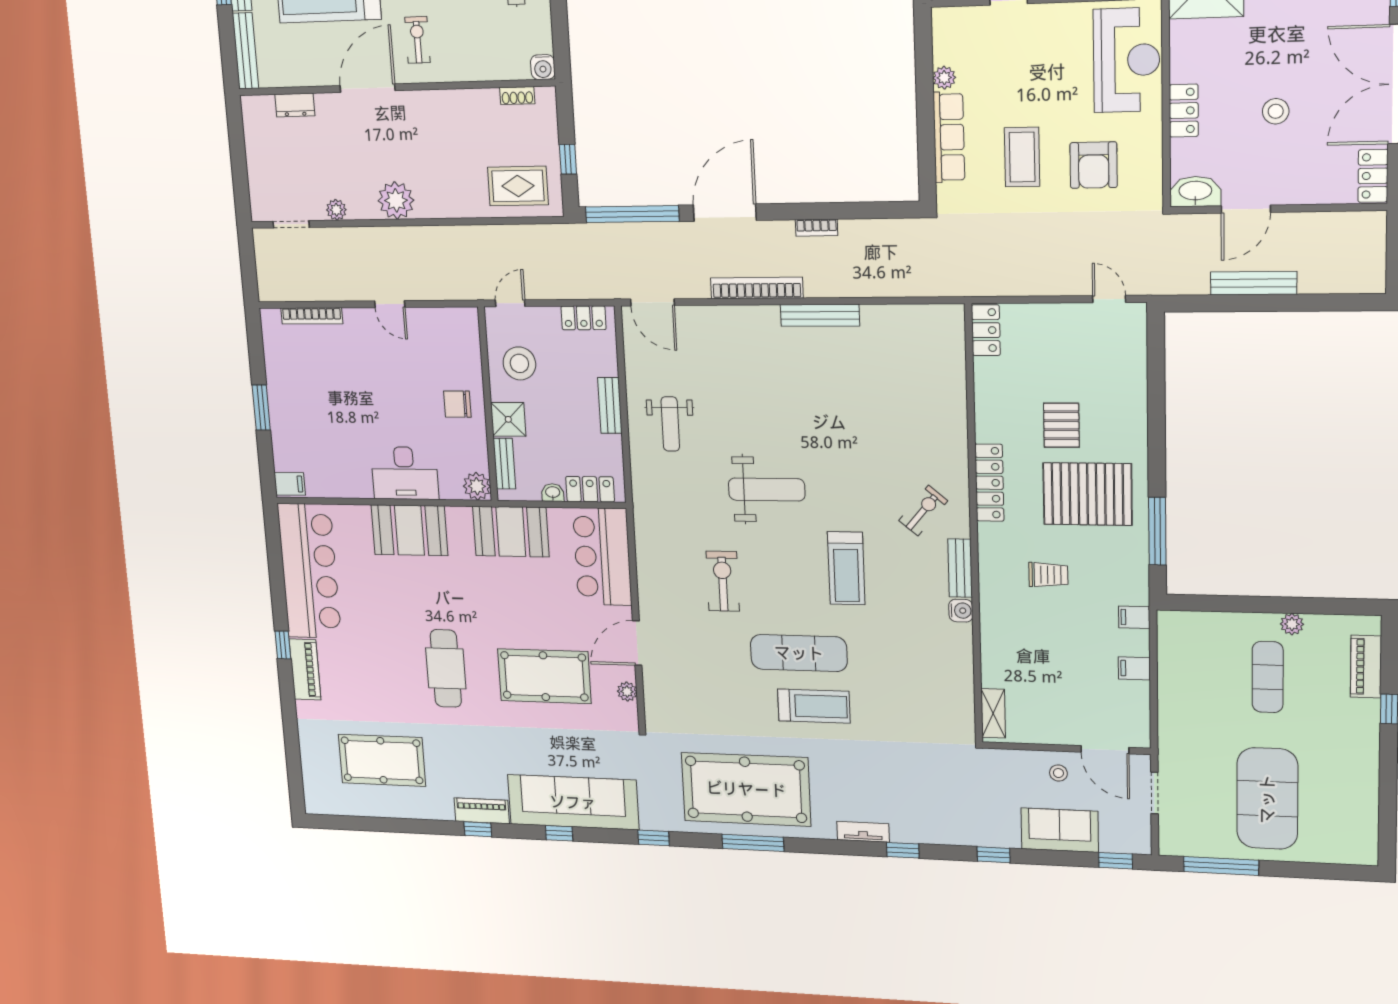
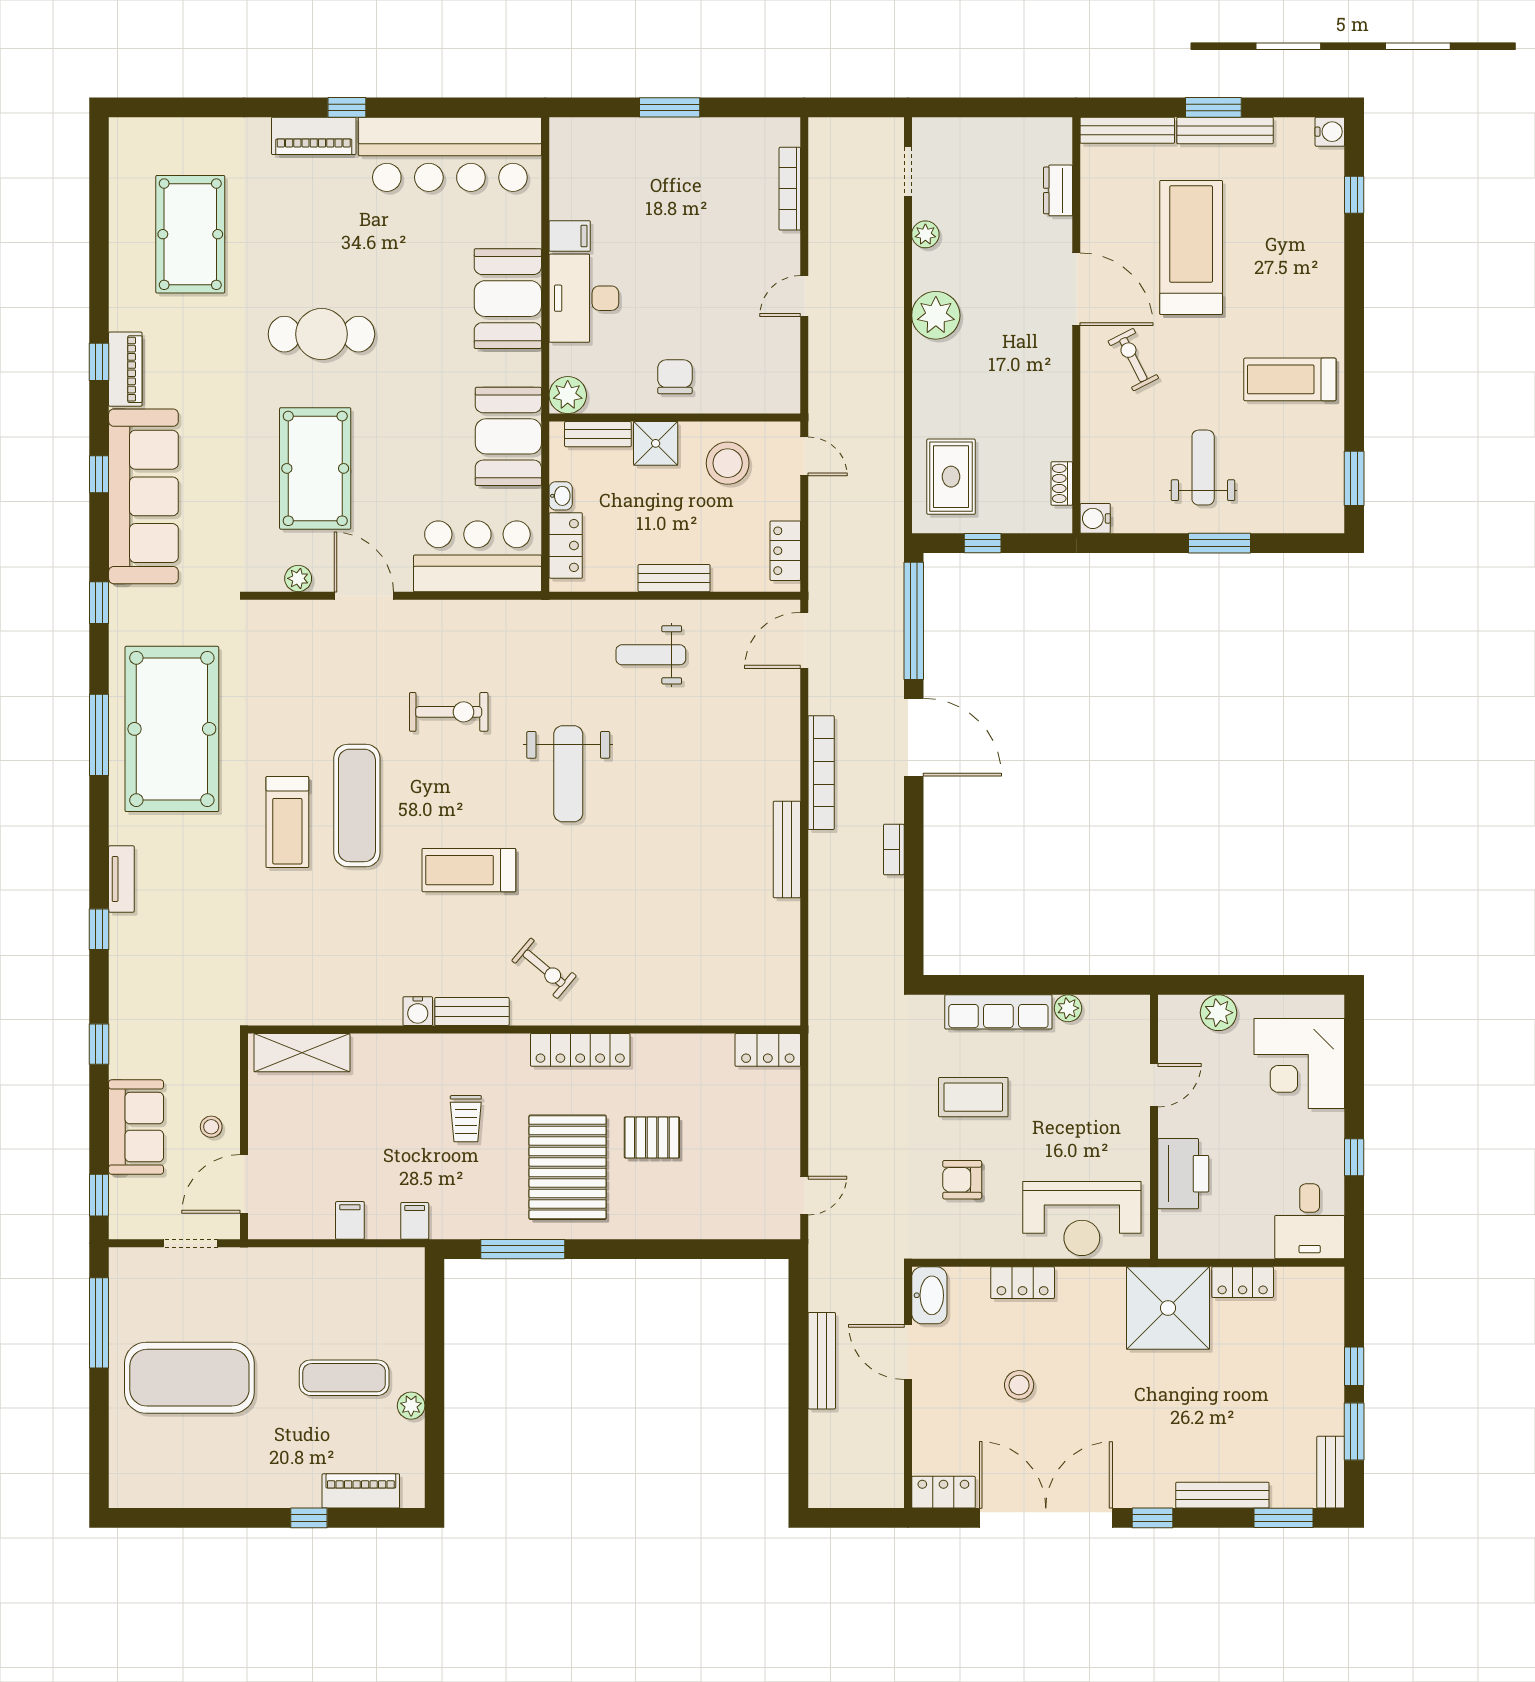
exercise bike: (417, 40) -> (1133, 360), turned -117
armchair: (1094, 165) -> (962, 1180), width x0.72, depth x0.72
filing cabinet: (290, 484) -> (570, 236), moved, turned -90
shelving: (993, 713) -> (302, 1053), width x1.50, depth x1.33

